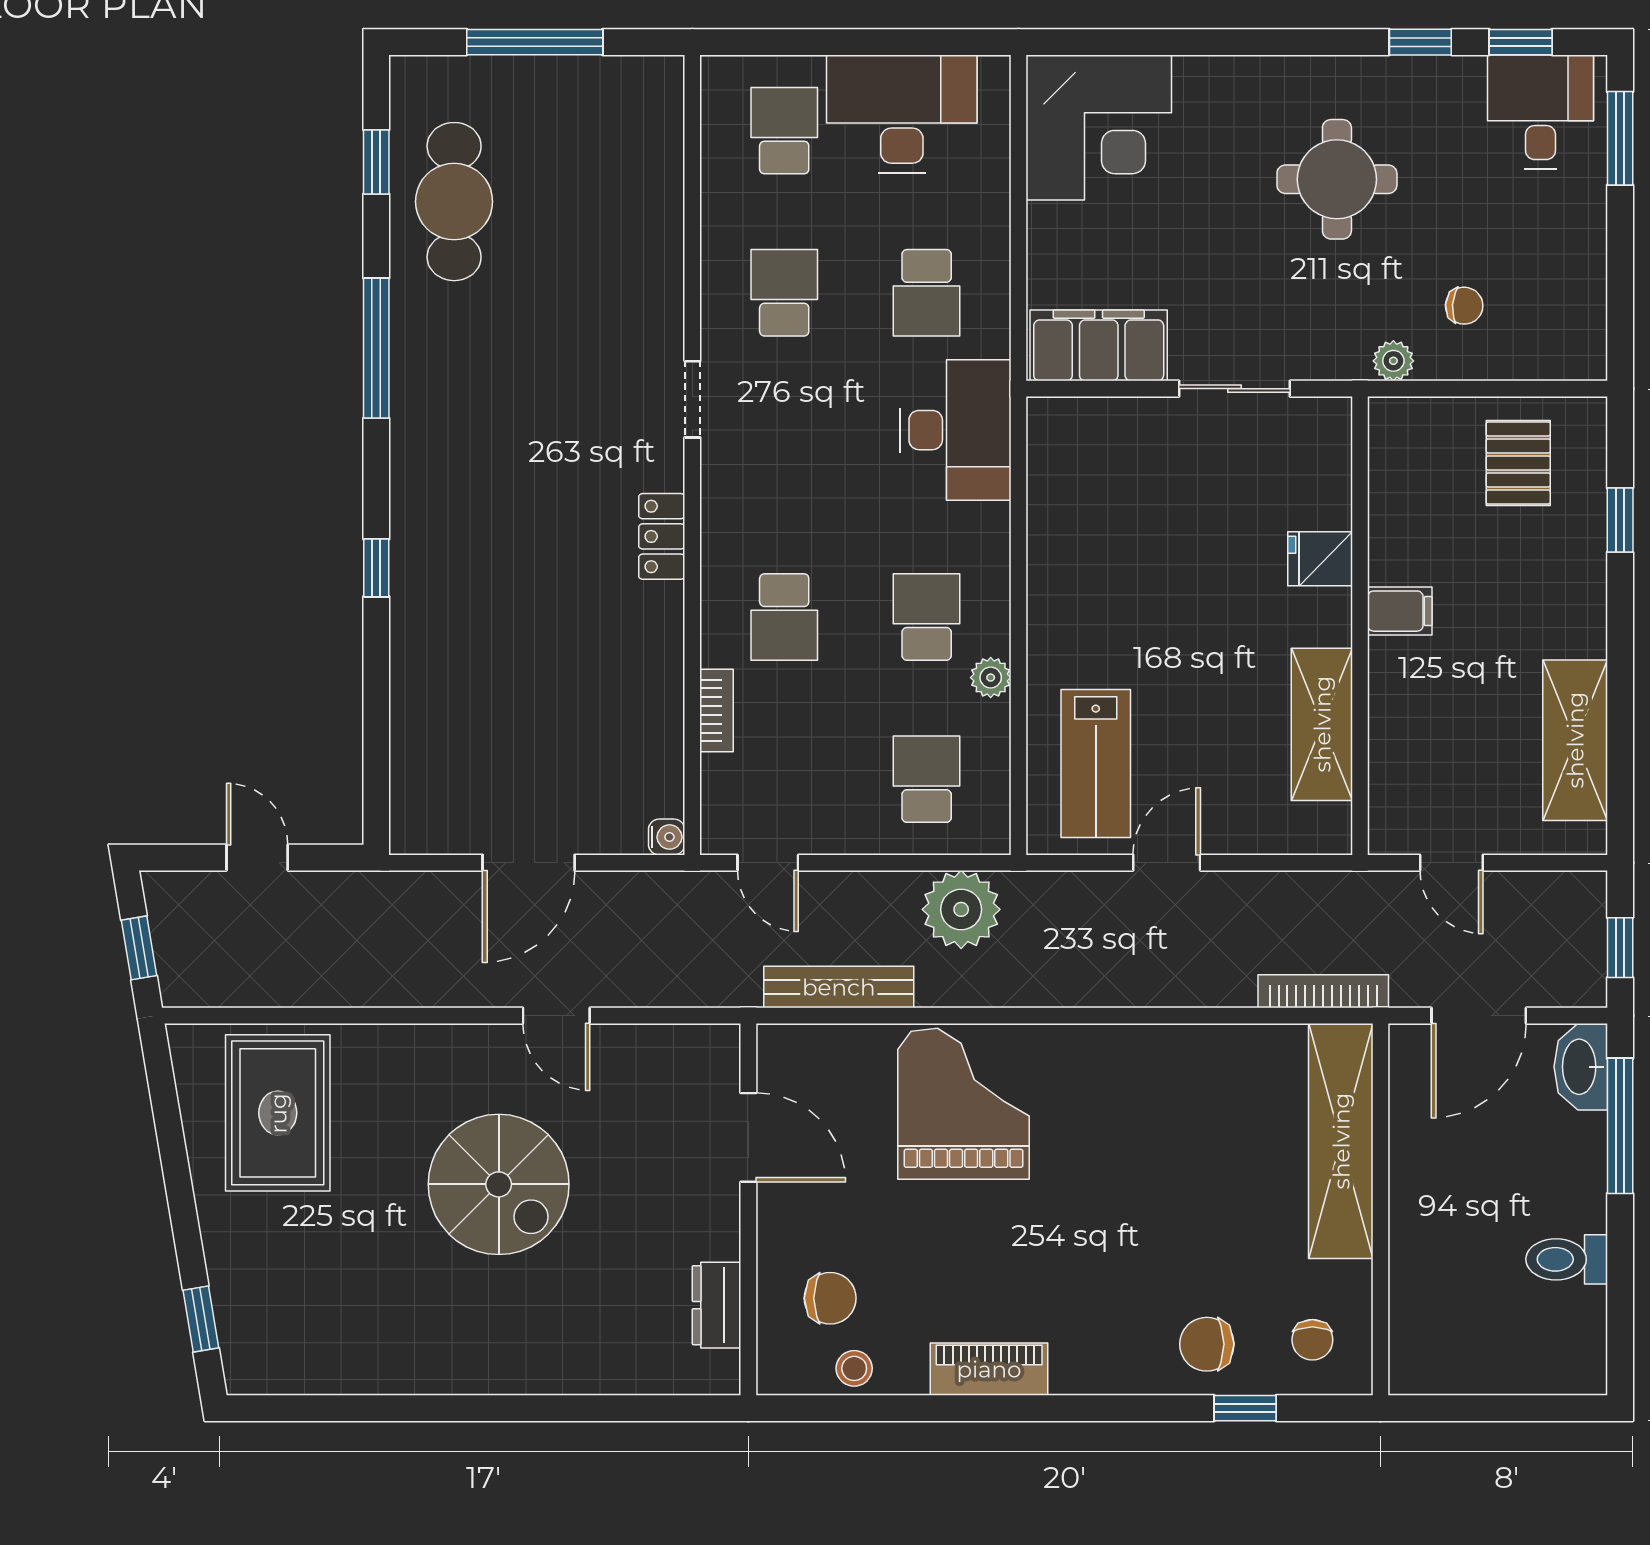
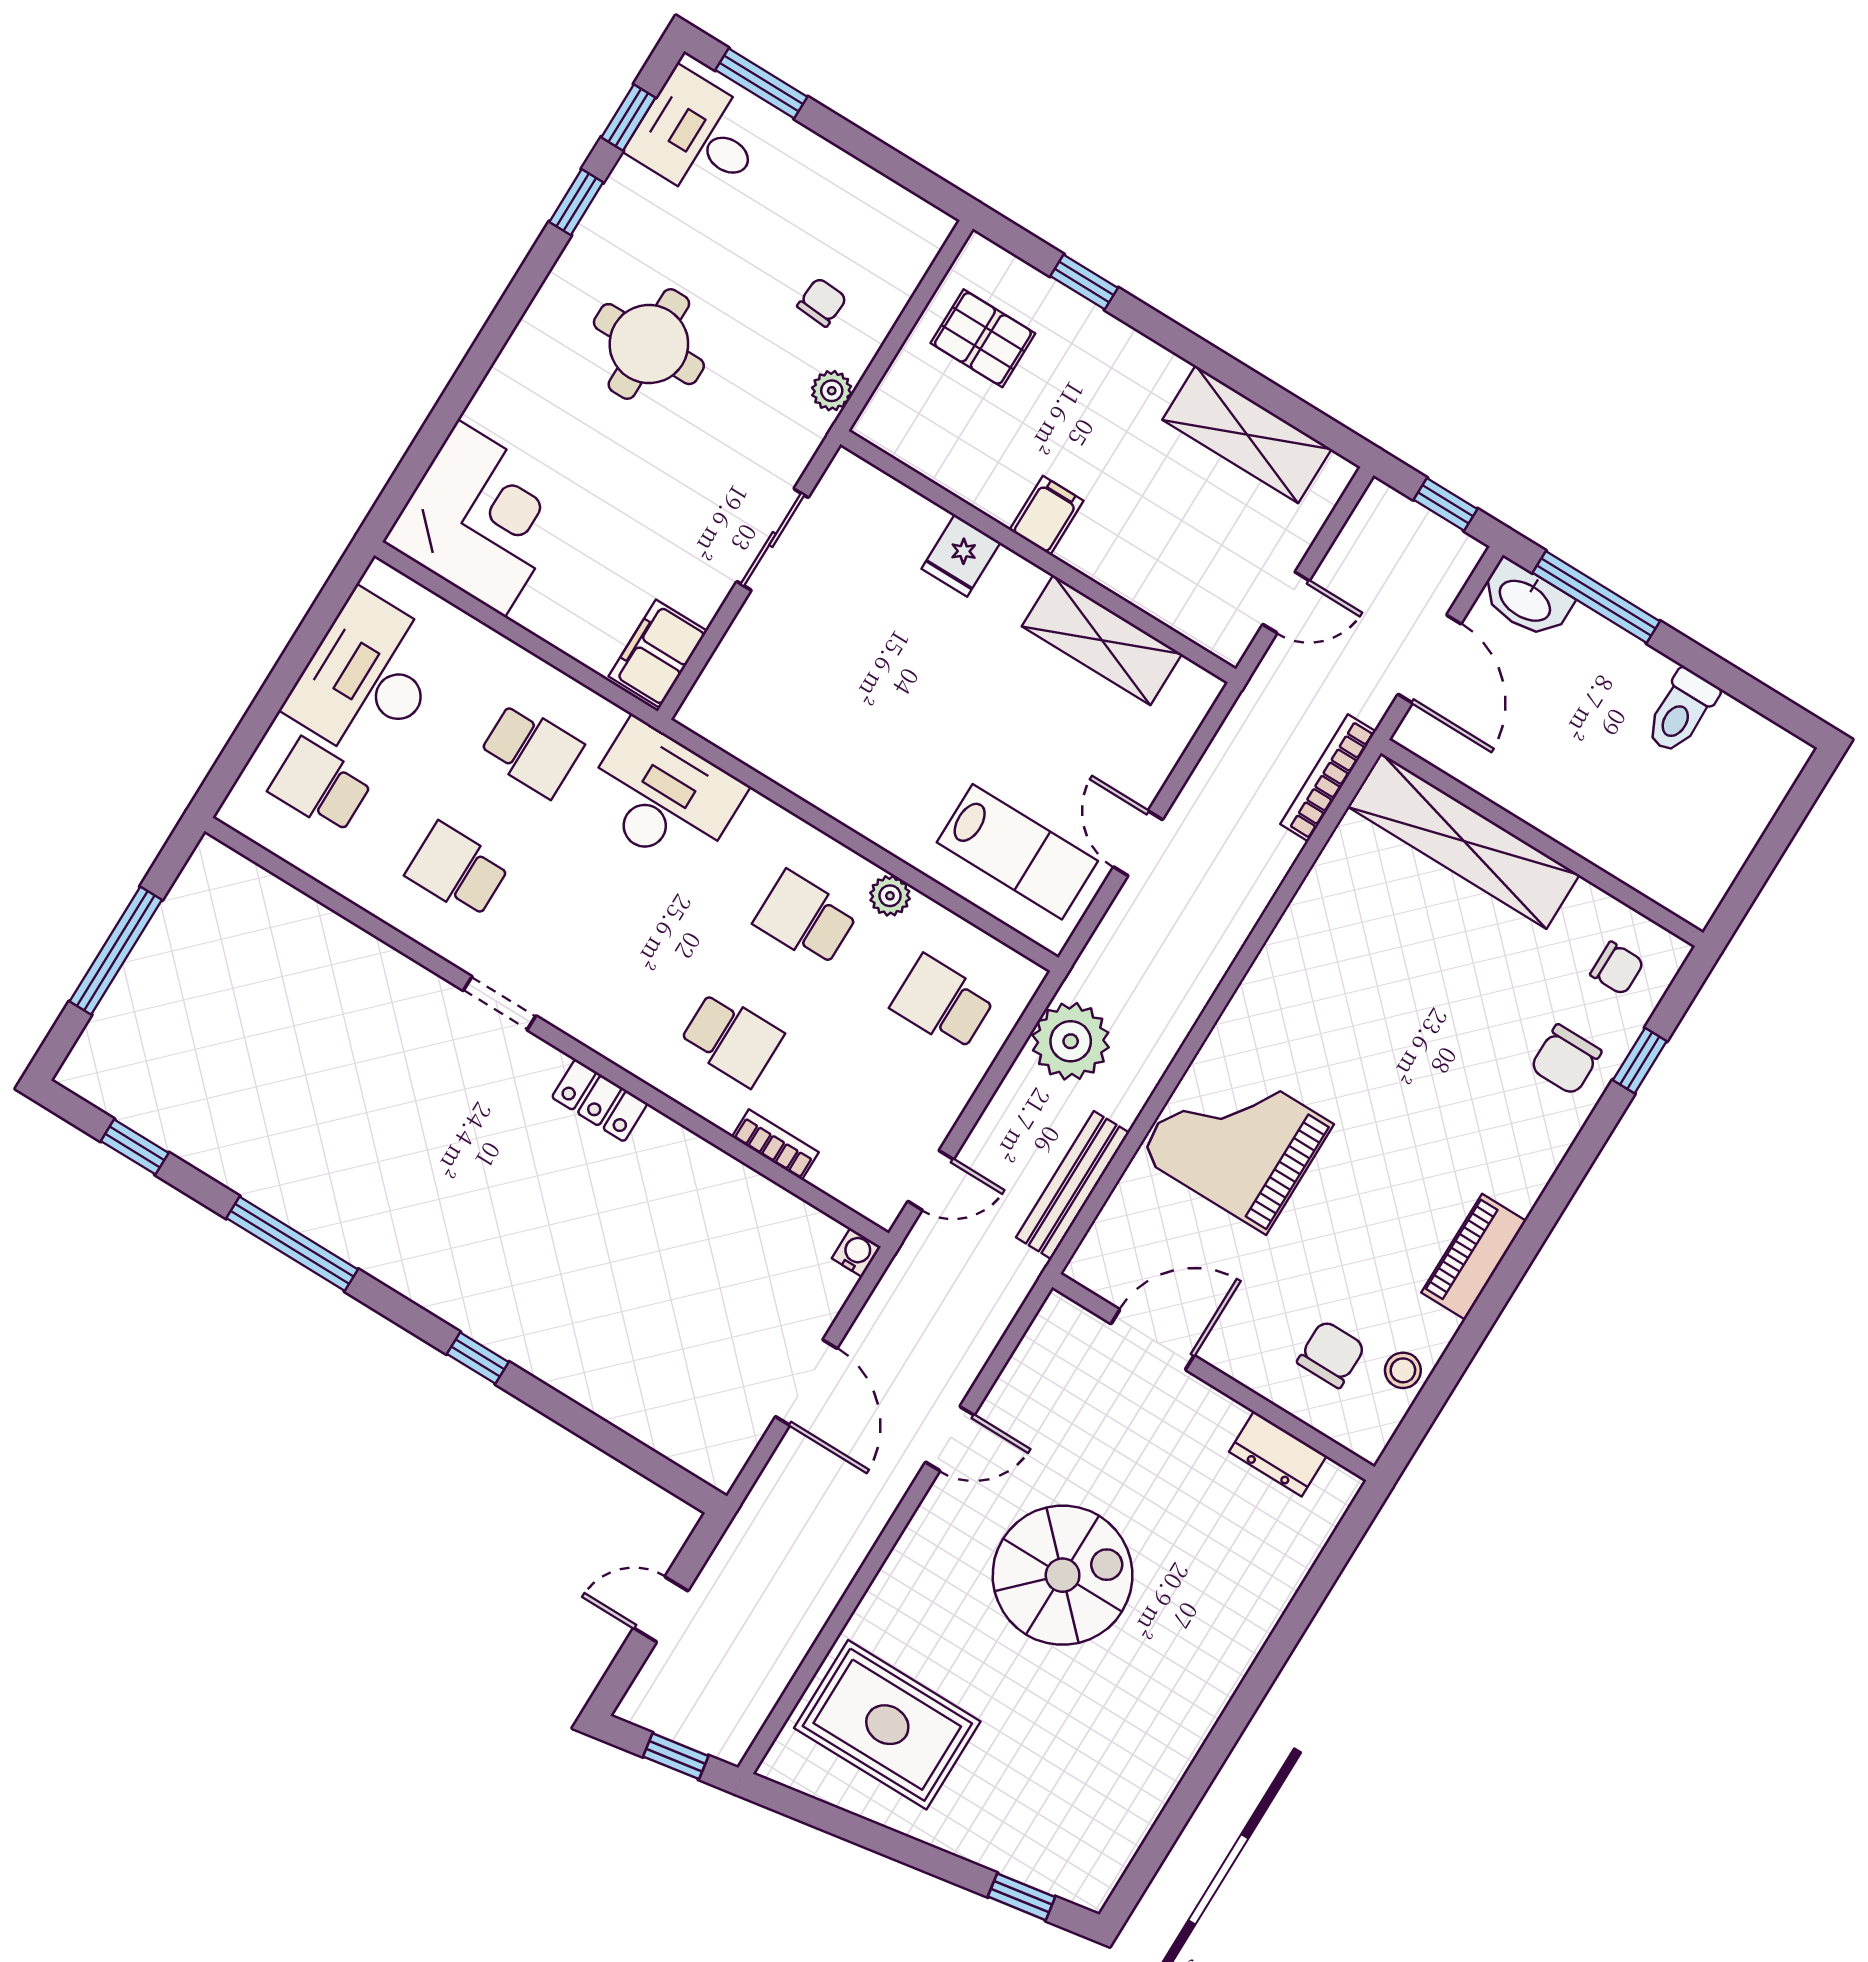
cafe table: (454, 202) -> (209, 1102), removed
filing cabinet: (1099, 345) -> (658, 654), width x0.67, depth x0.86

